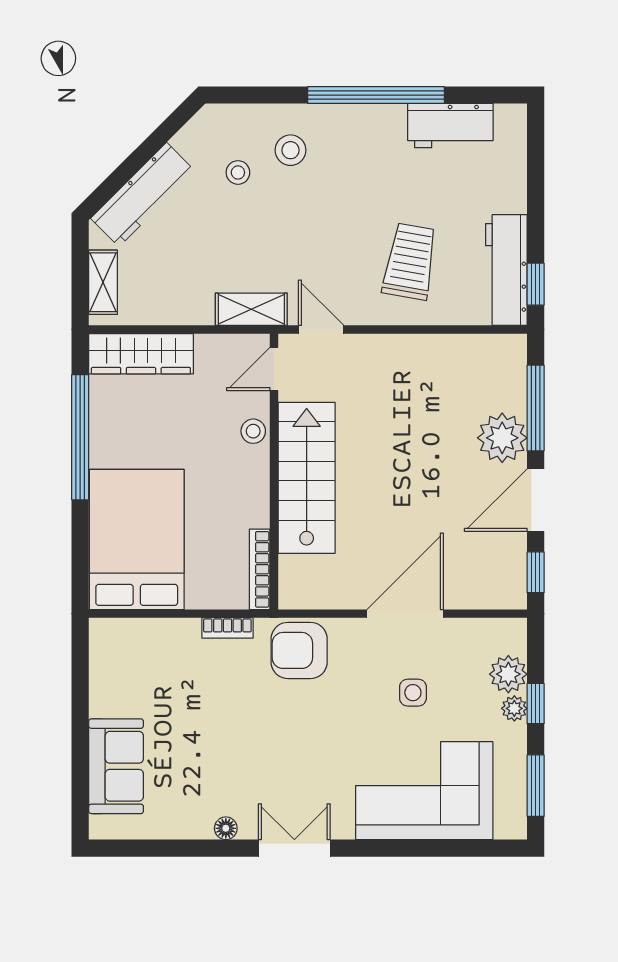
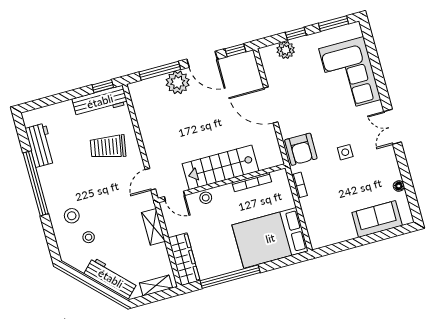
shelving: (251, 309) -> (153, 227), moved
bookcase: (260, 569) -> (252, 182), moved
side table: (413, 693) -> (345, 152), moved
plant: (514, 708) -> (301, 43), removed
floor lamp: (226, 828) -> (399, 186), moved

